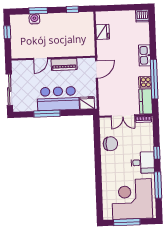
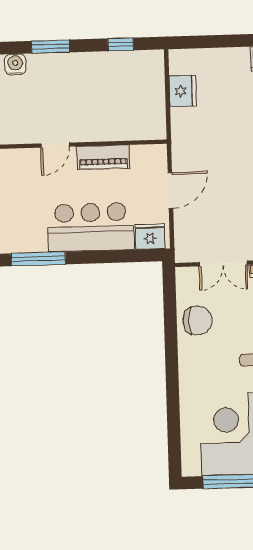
water cooler: (34, 19) -> (15, 64), moved
door: (97, 69) -> (170, 190), moved
window: (47, 114) -> (38, 259), moved

